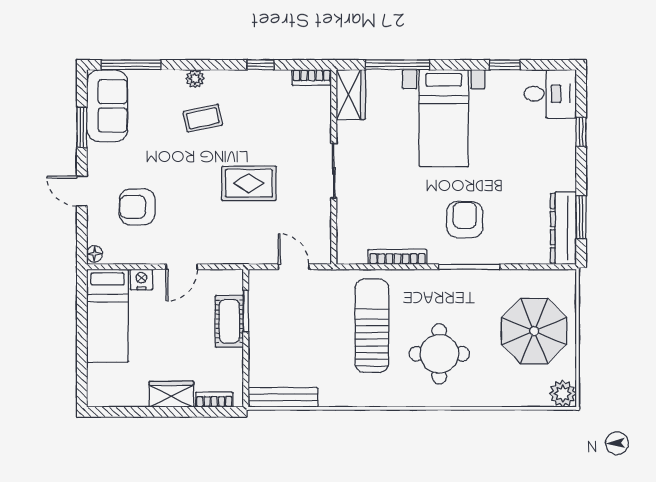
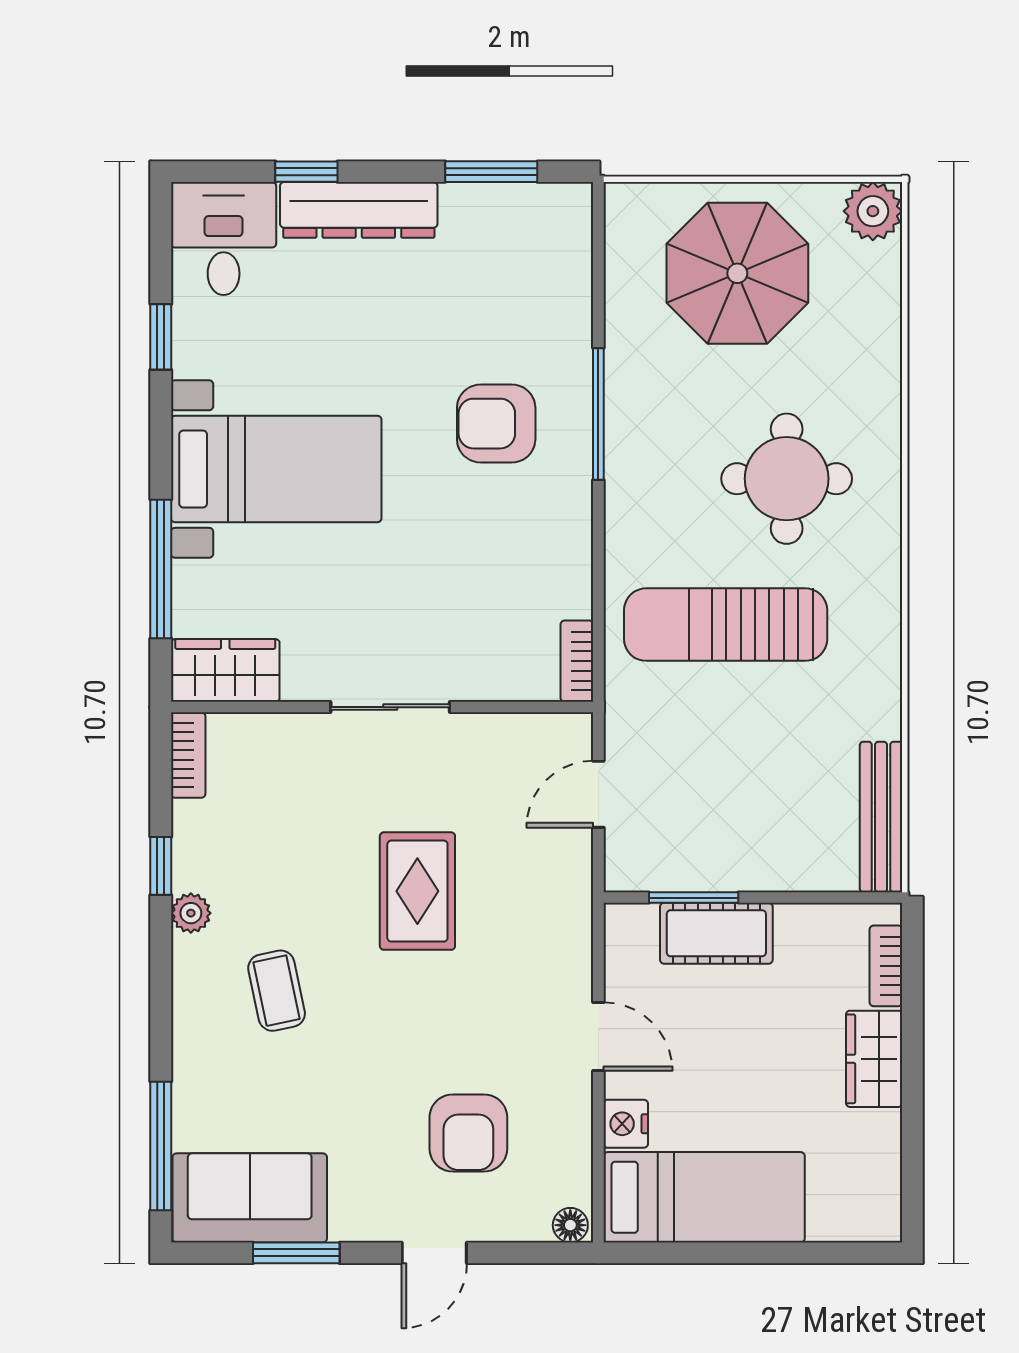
plant: (195, 79) -> (191, 913), moved
dresser: (563, 228) -> (359, 210), moved
bookcase: (397, 257) -> (577, 661), moved, width x0.64

